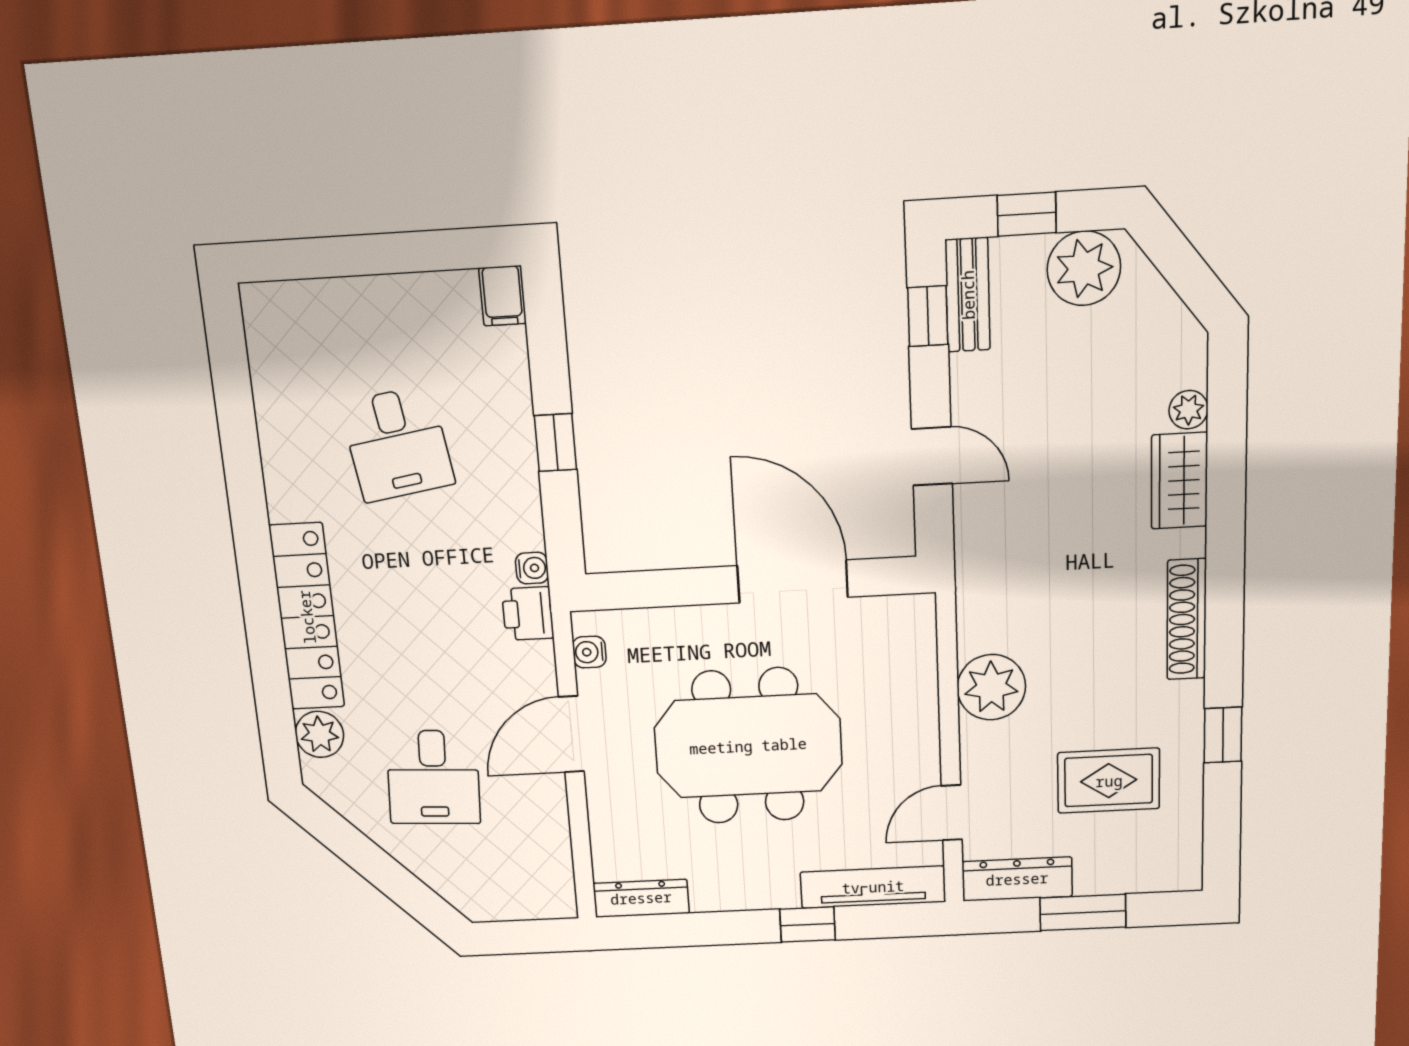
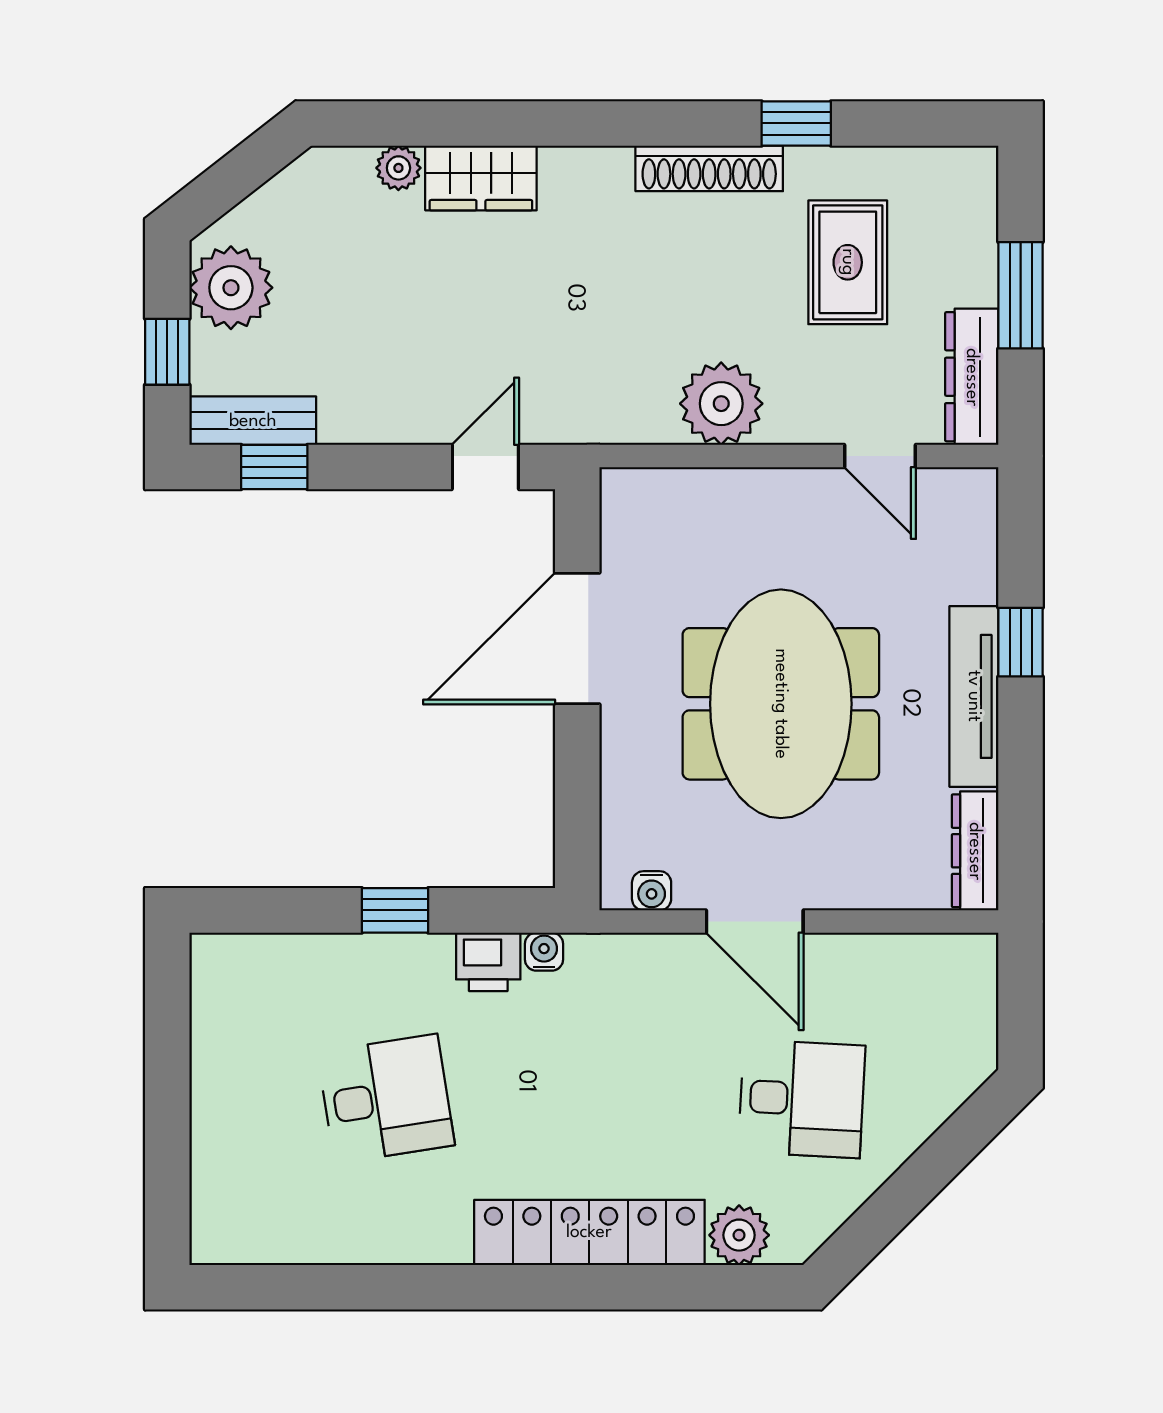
filing cabinet: (503, 296) -> (222, 957), removed
door: (932, 456) -> (485, 467), moved
printer: (528, 614) -> (488, 962), moved
shoe rack: (1187, 619) -> (709, 168), moved
tv unit: (873, 887) -> (974, 696), moved

